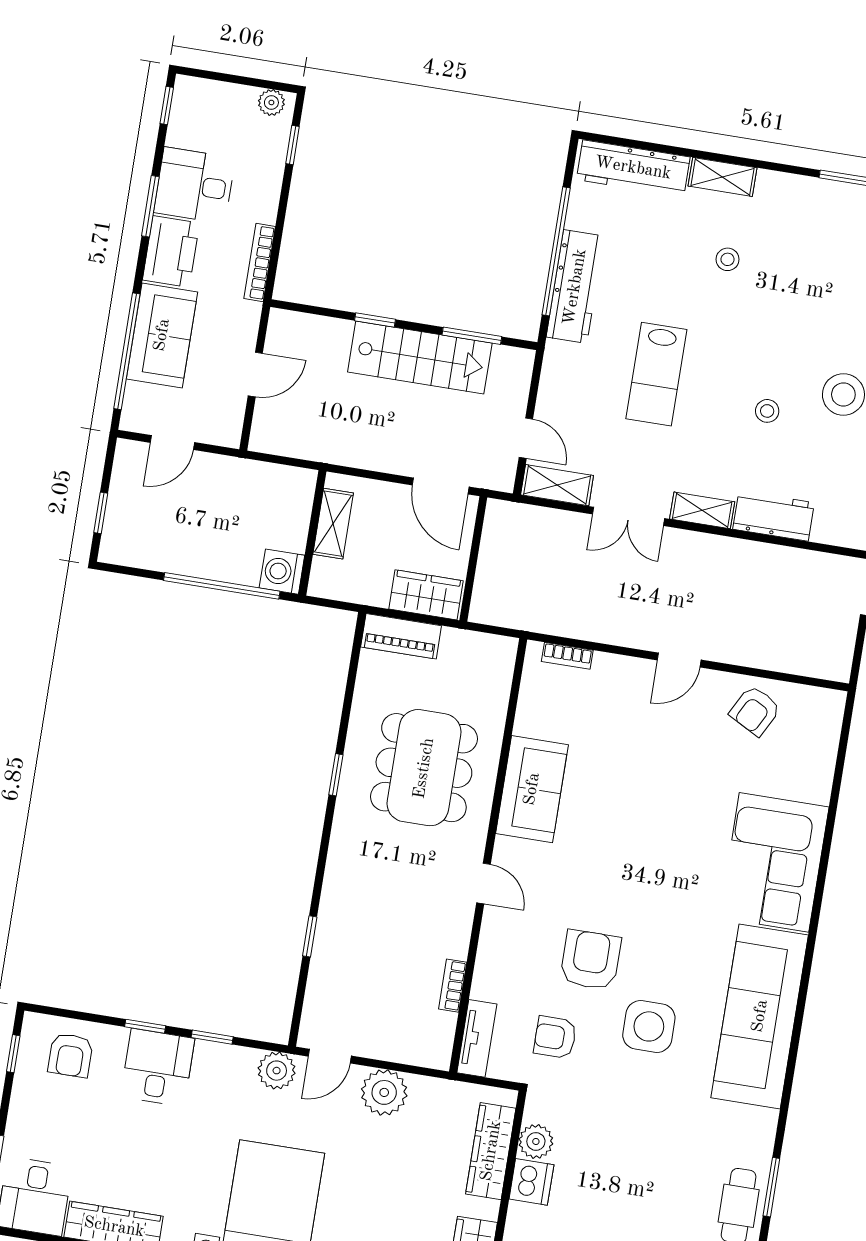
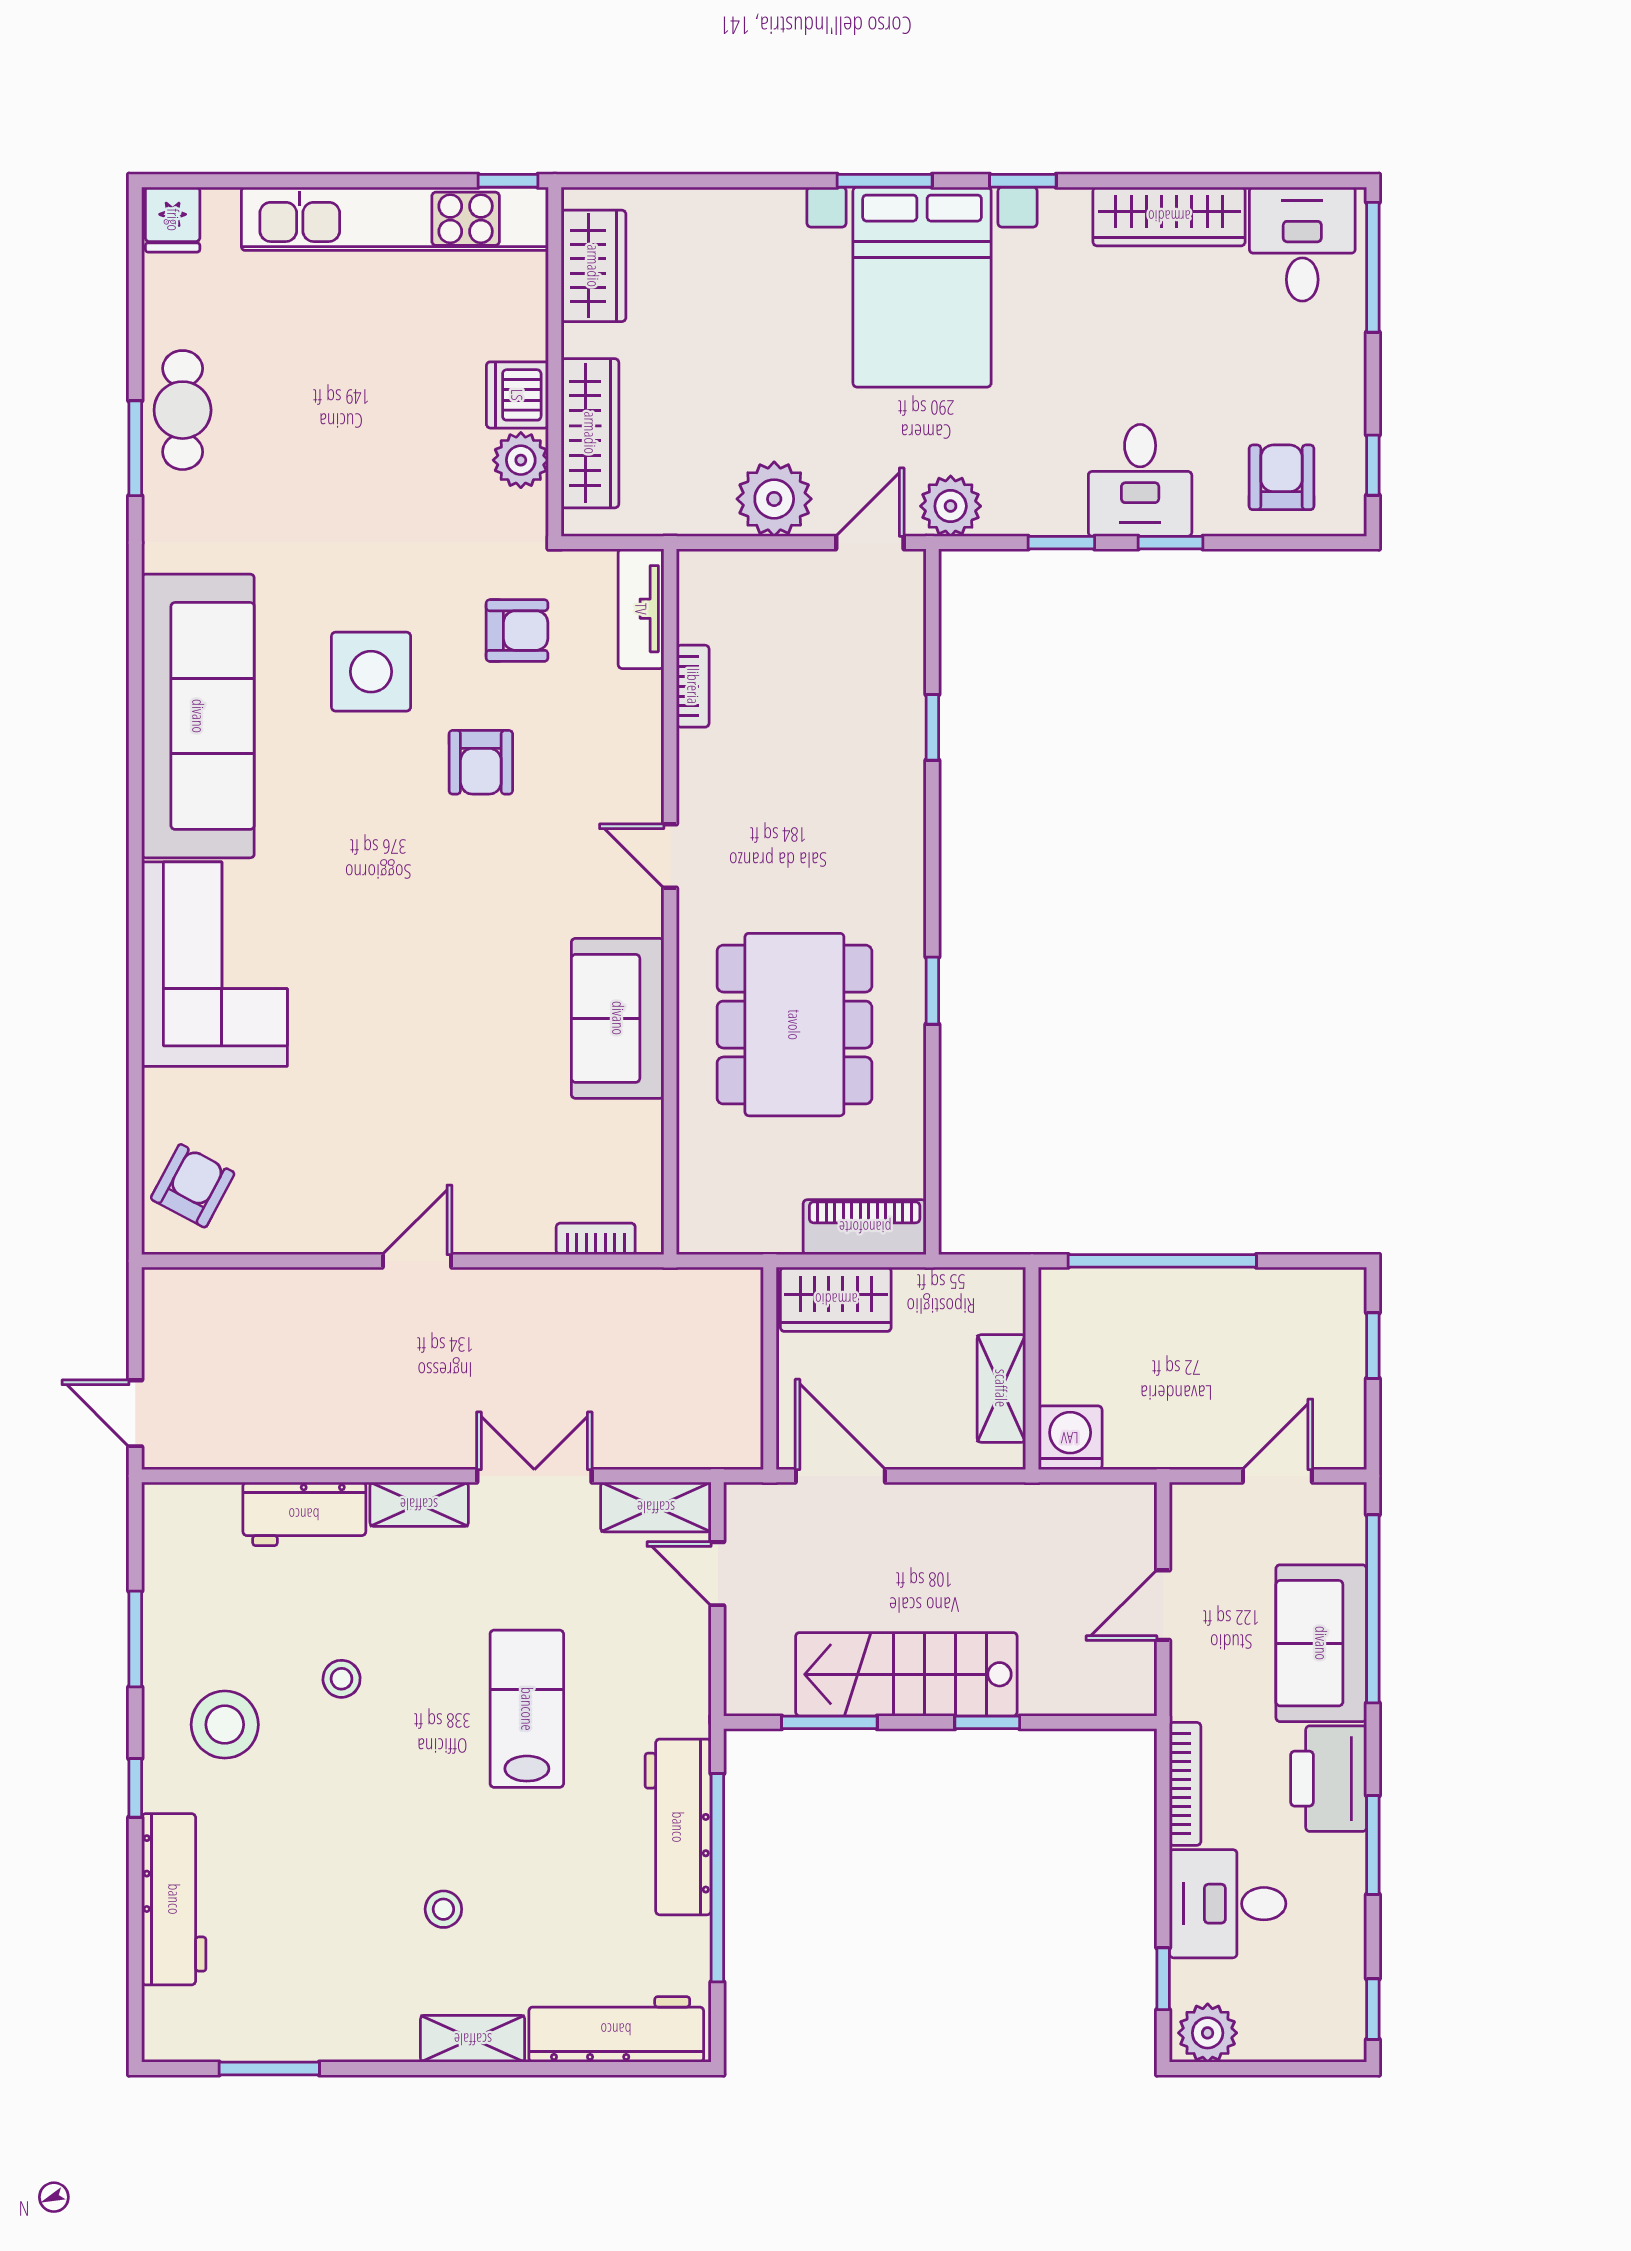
plant: (271, 102) -> (1208, 2033), width x1.38, depth x1.38
desk: (195, 185) -> (1228, 1904), moved, turned 180
washing machine: (282, 572) -> (1070, 1438), moved, turned -90
armchair: (755, 711) -> (193, 1186), moved
armchair: (590, 960) -> (481, 762), width x0.72, depth x0.72

